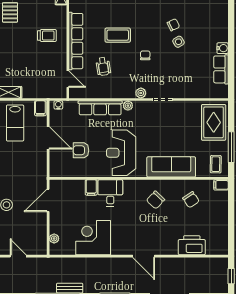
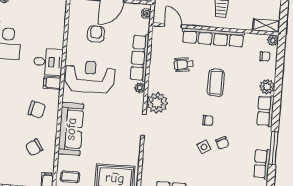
chair: (145, 55) -> (208, 120), moved
door: (68, 79) -> (173, 26), swing flipped
plant: (141, 93) -> (157, 103), width x1.87, depth x1.87
filing cabinet: (91, 187) -> (52, 83), moved
chair: (156, 200) -> (37, 109), turned 149

